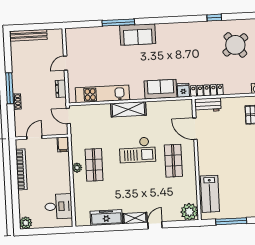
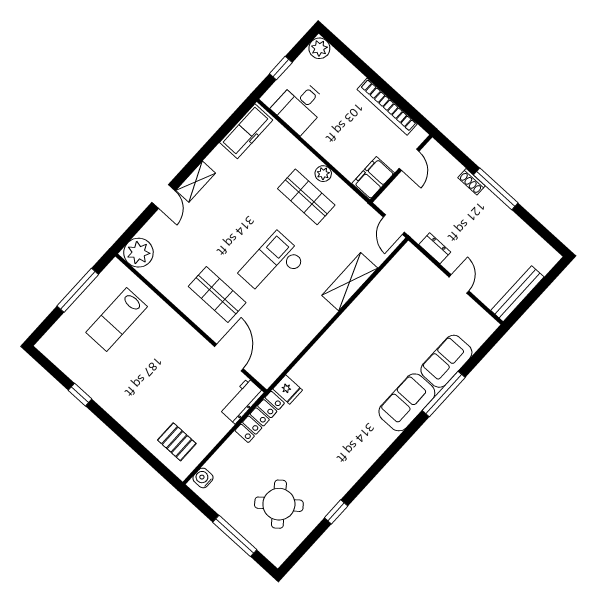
bench: (29, 35) -> (517, 294), moved
sofa: (161, 89) -> (446, 361), moved, turned 180
kitchen unit: (102, 94) -> (379, 291), removed
shelving: (128, 109) -> (350, 282), moved
door: (68, 116) -> (394, 225), swing flipped
door: (195, 129) -> (229, 358), hinge flipped
filing cabinet: (63, 144) -> (373, 178), width x2.00
lab bench: (210, 194) -> (117, 319), moved, turned -90
freezer: (106, 218) -> (246, 131), moved
window: (51, 231) -> (281, 68), added

